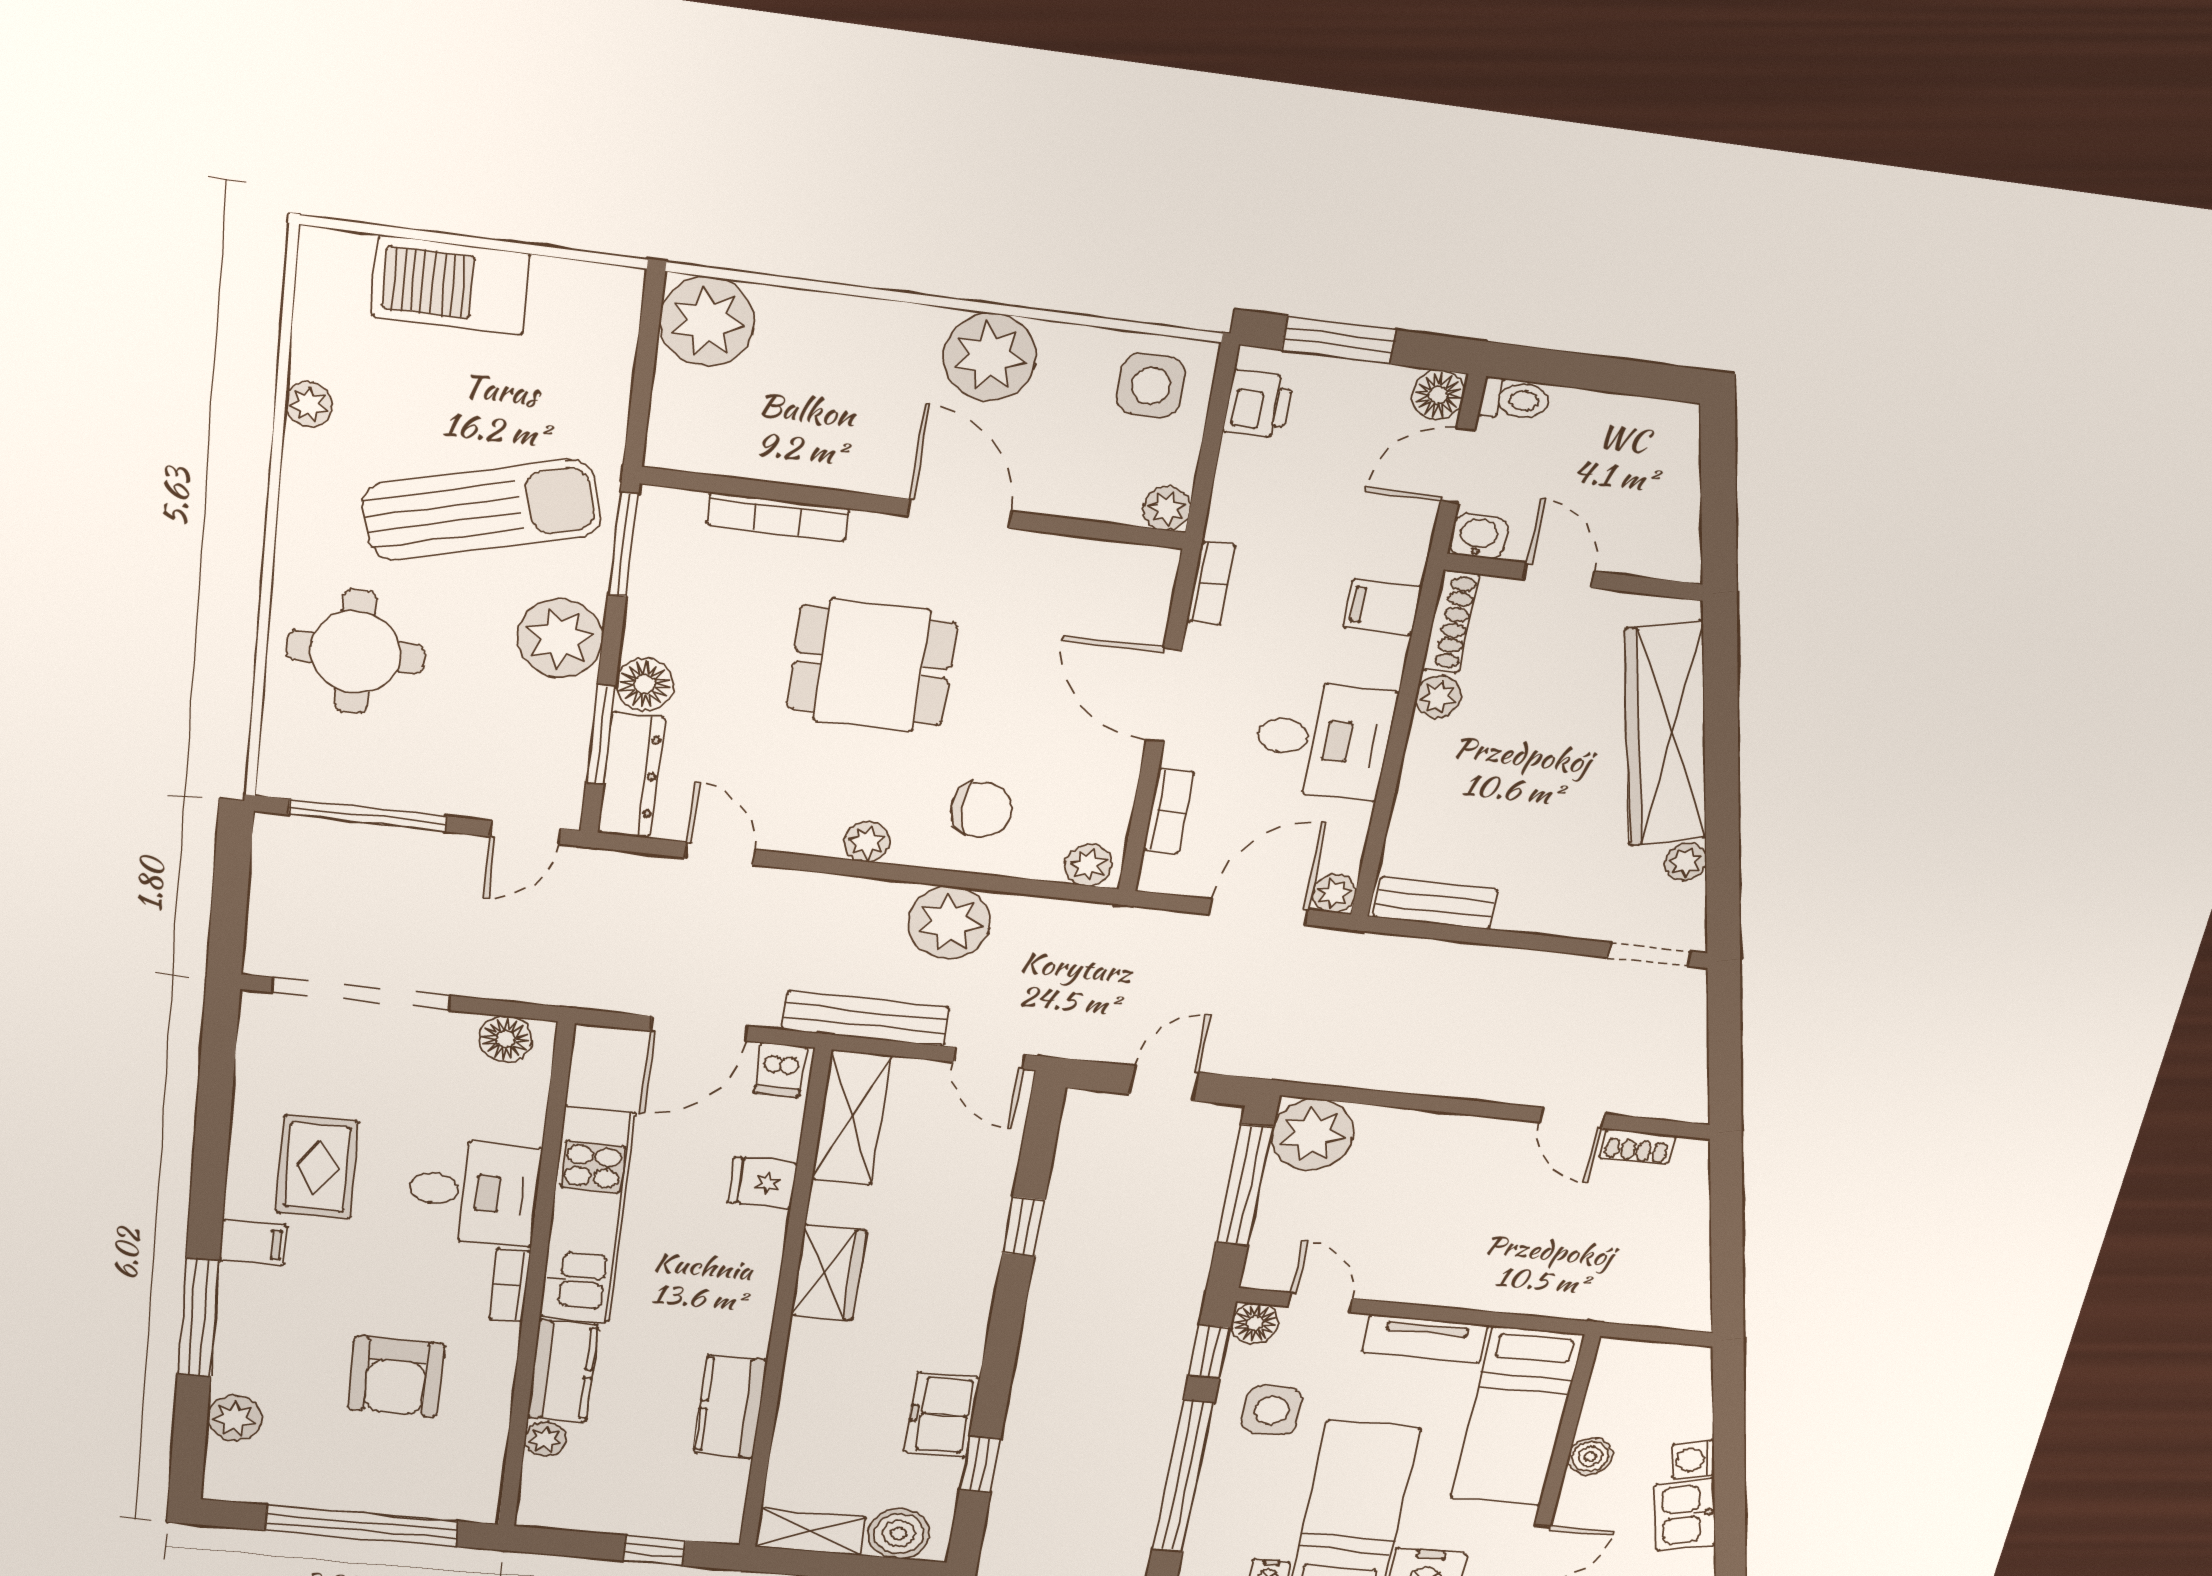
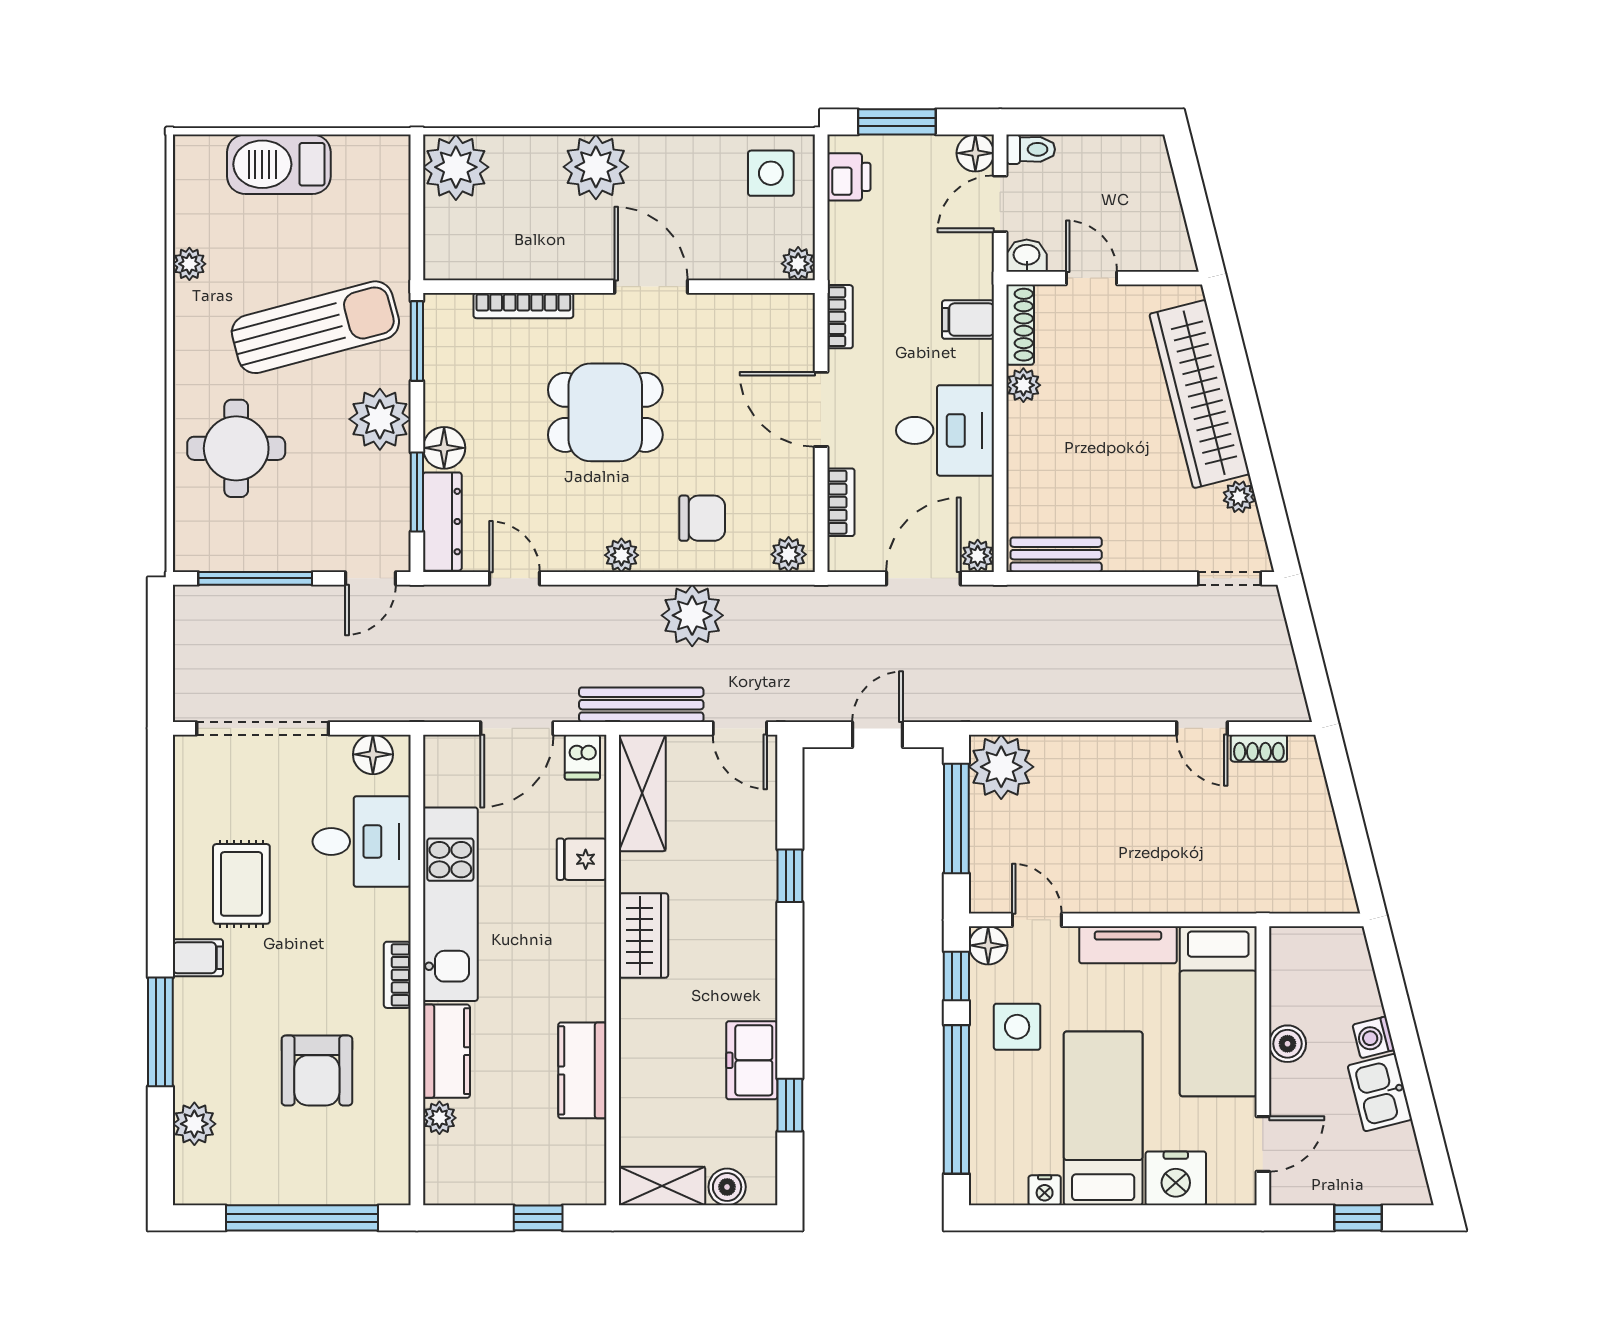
plant: (989, 357) -> (596, 167), moved
desk: (474, 1192) -> (362, 842), moved
boiler: (899, 1534) -> (727, 1187), width x0.73, depth x0.73

